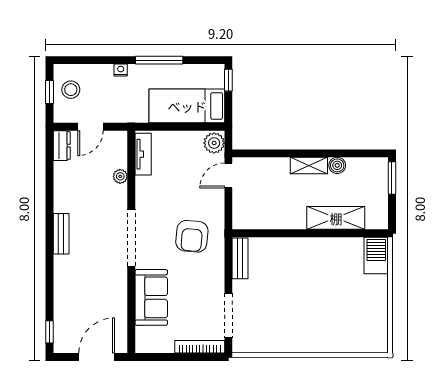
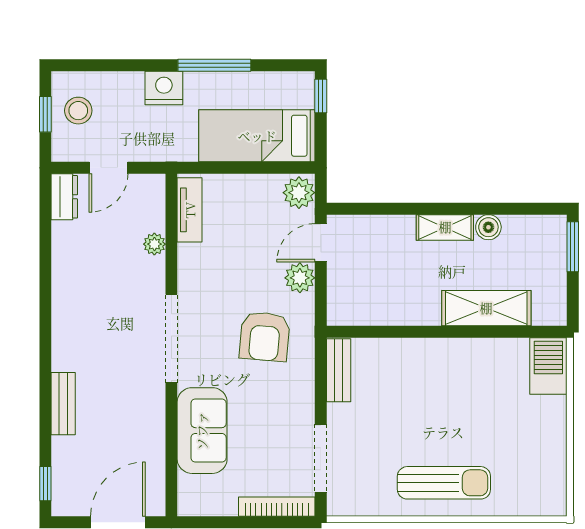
nightstand: (121, 70) -> (164, 88), width x1.89, depth x1.79
plant: (215, 198) -> (300, 278), added
bench: (61, 234) -> (63, 404), moved
sun lounger: (308, 331) -> (444, 483), added

